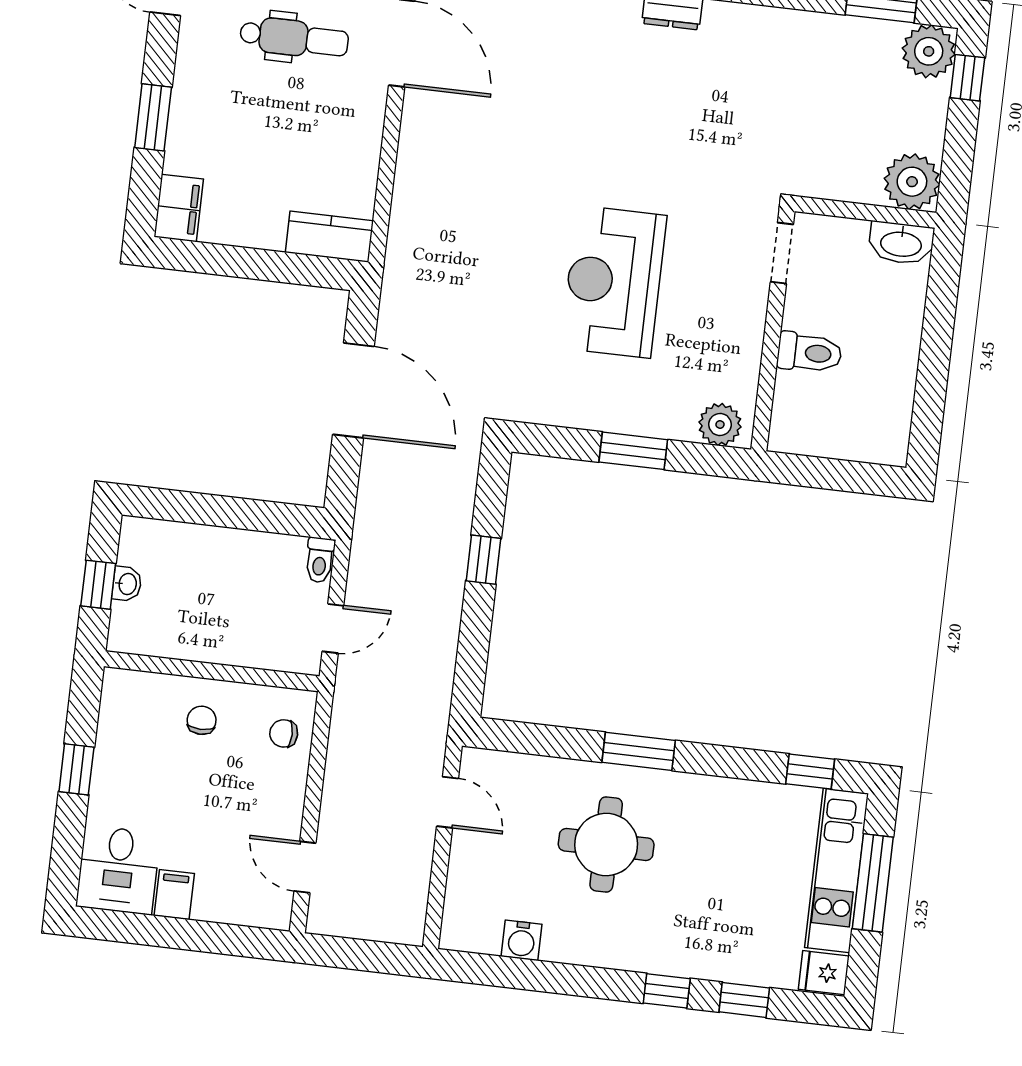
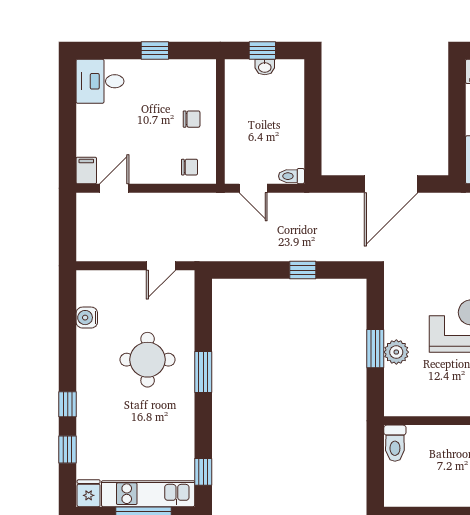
toilet: (809, 353) -> (395, 443), moved
plant: (720, 424) -> (396, 352), moved
chair: (284, 733) -> (189, 167), turned 90
filing cabinet: (174, 895) -> (86, 171), moved, turned -90

